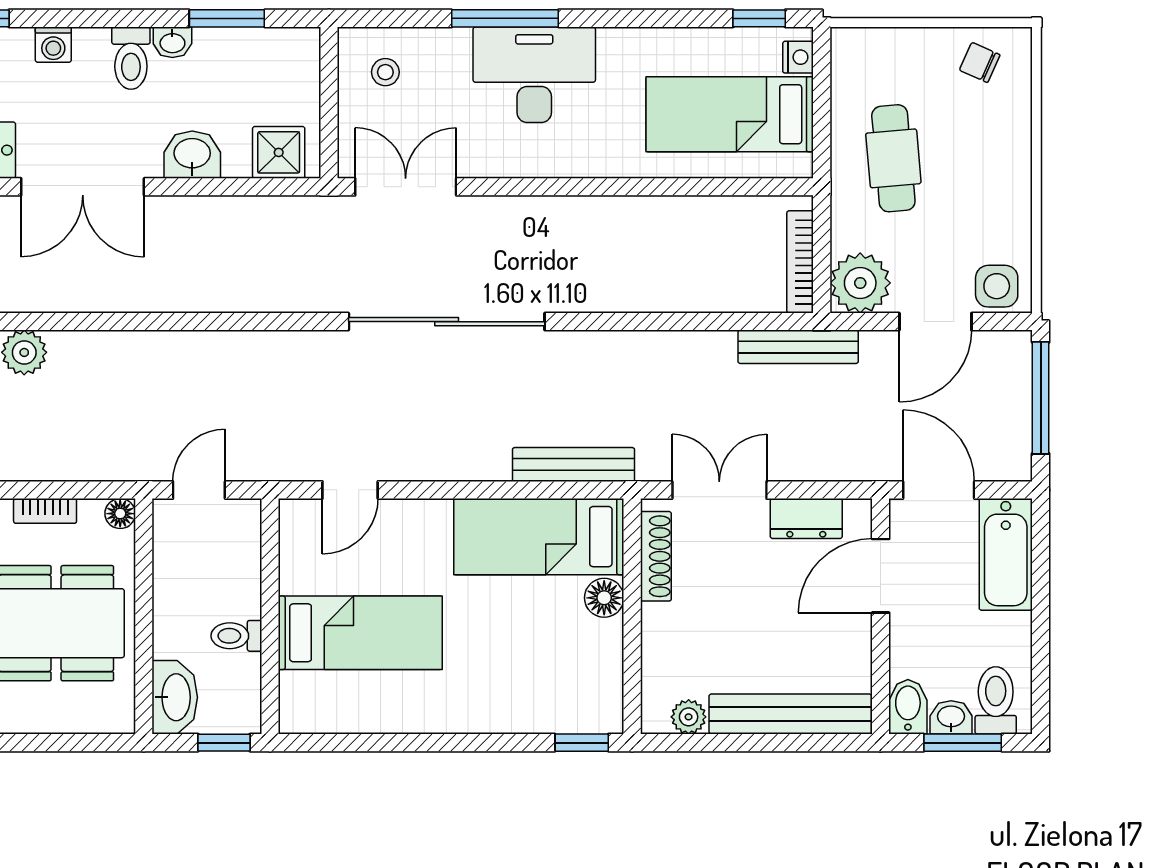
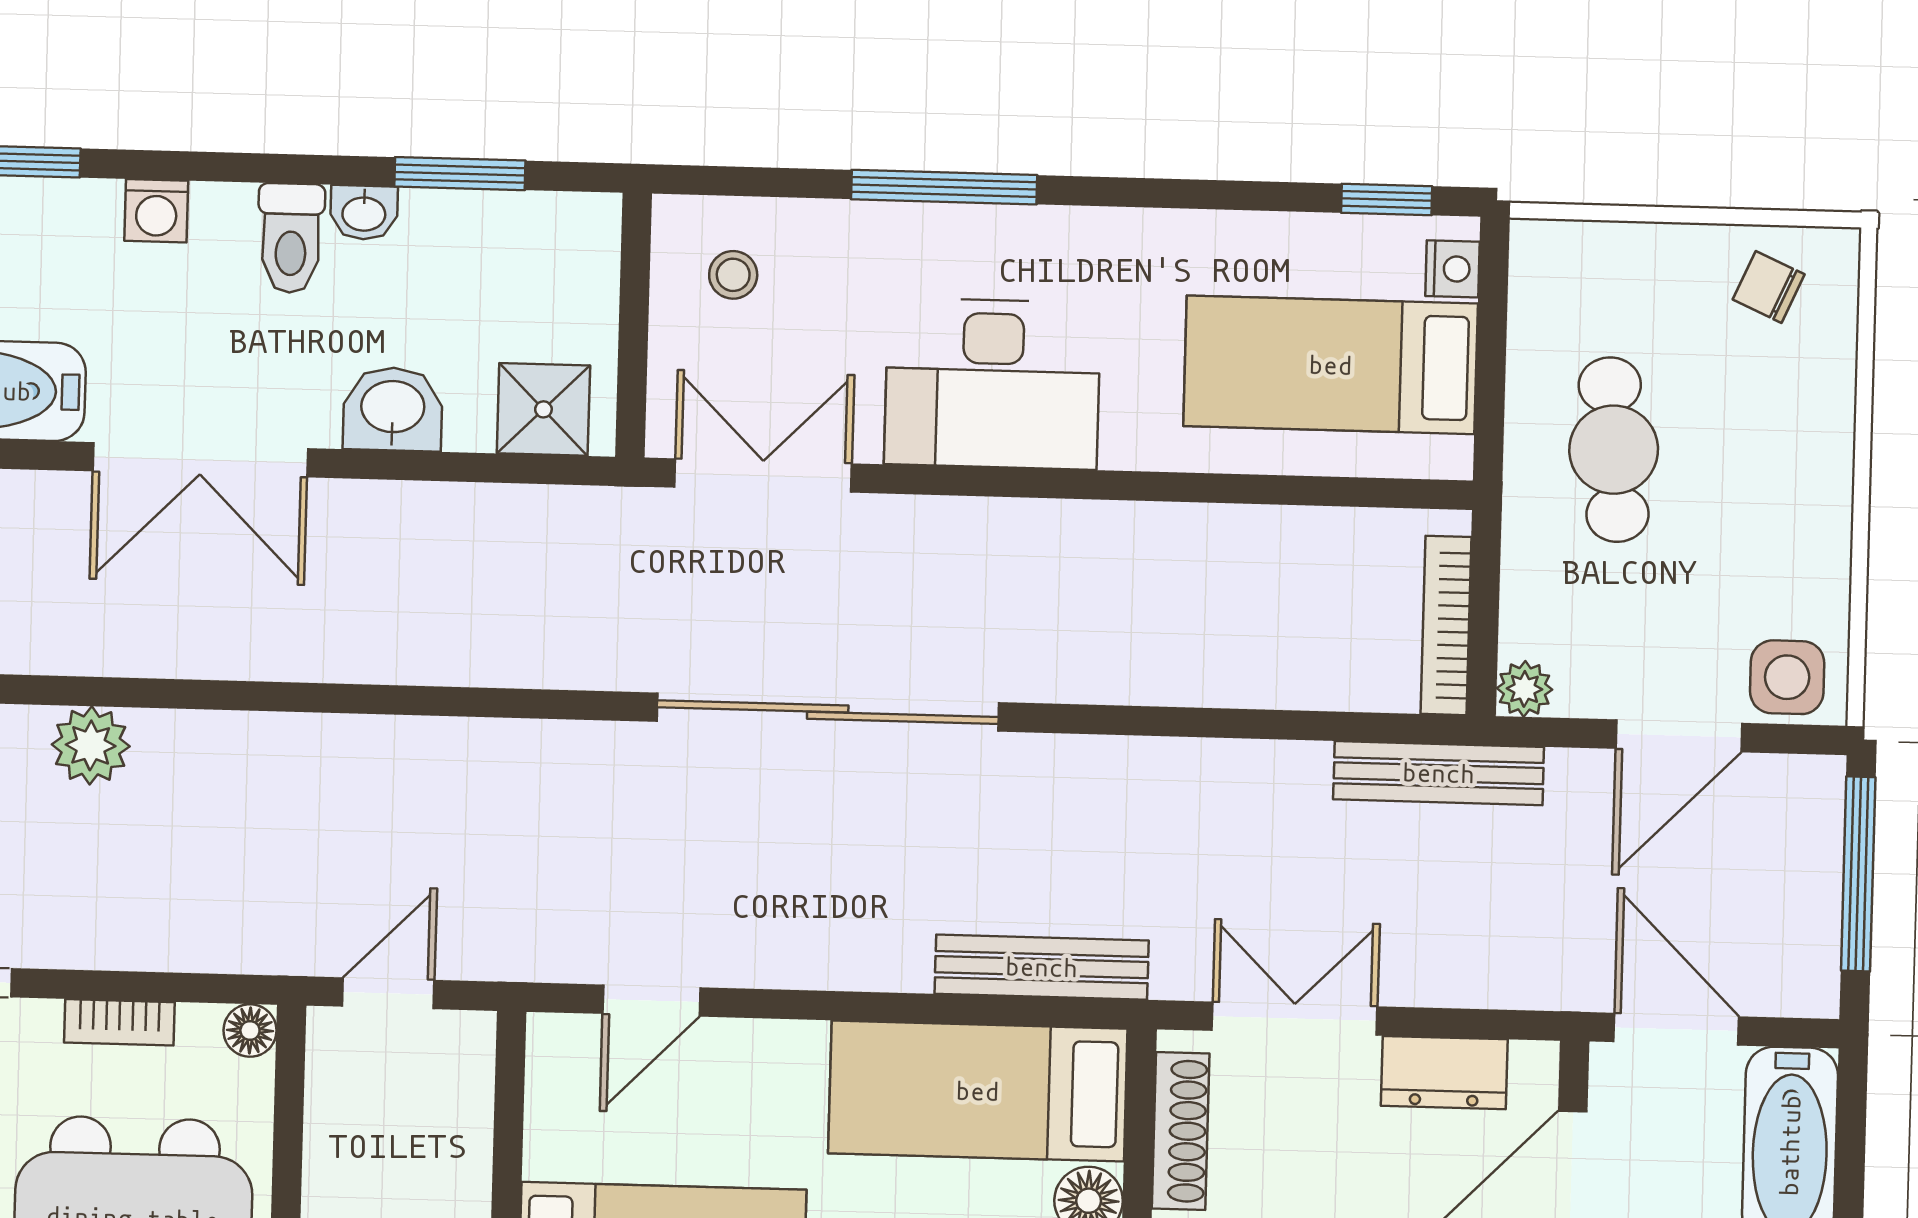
desk: (534, 75) -> (992, 384), moved, turned 180
plant: (860, 283) -> (1524, 689), width x0.53, depth x0.53

